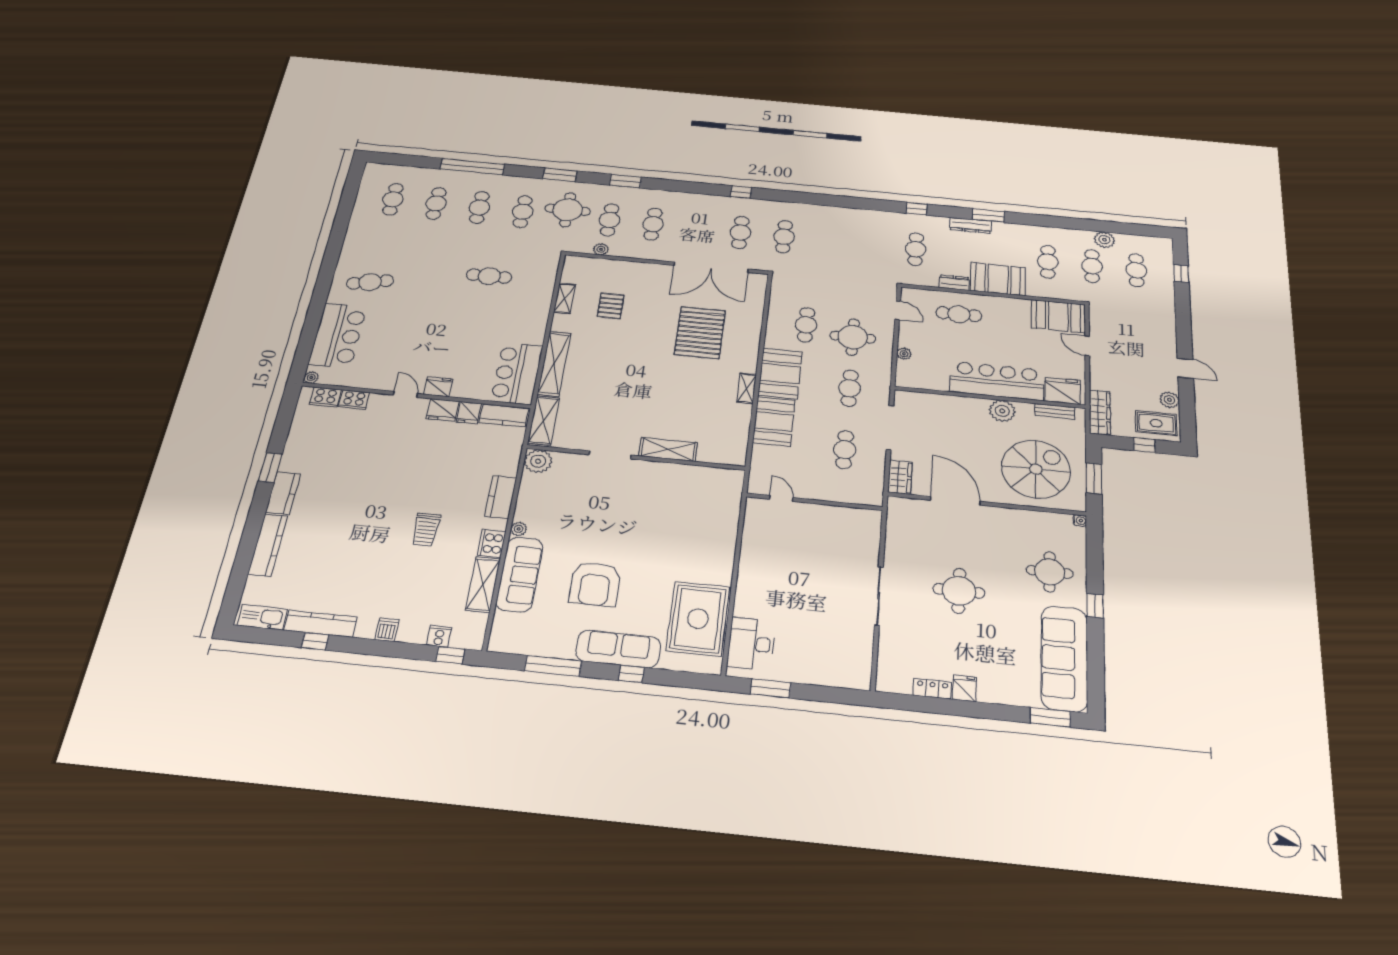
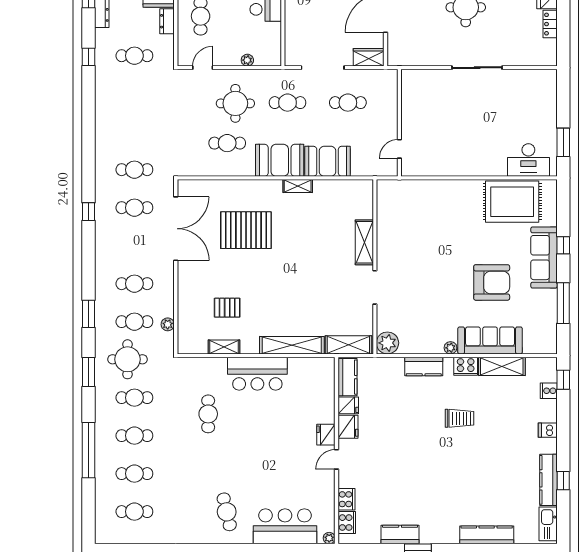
bar counter: (517, 373) -> (257, 374), moved
kitchen counter: (283, 493) -> (400, 534), moved

